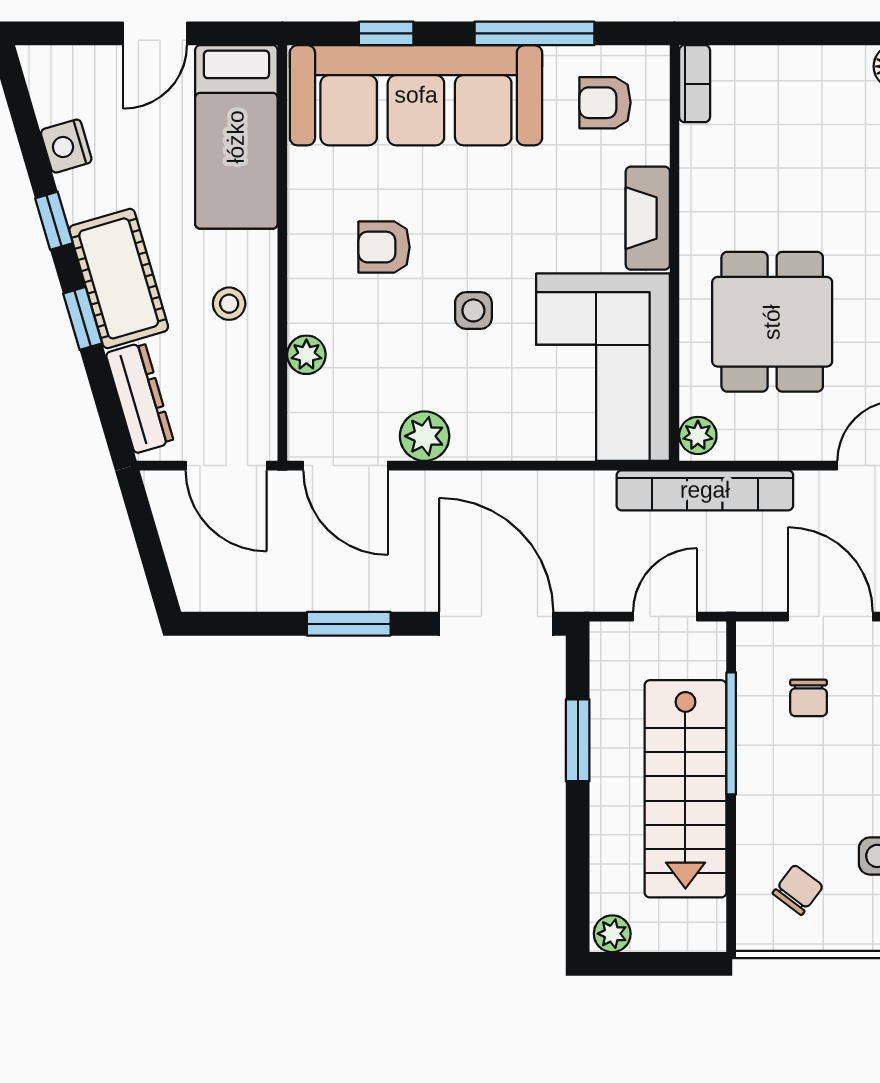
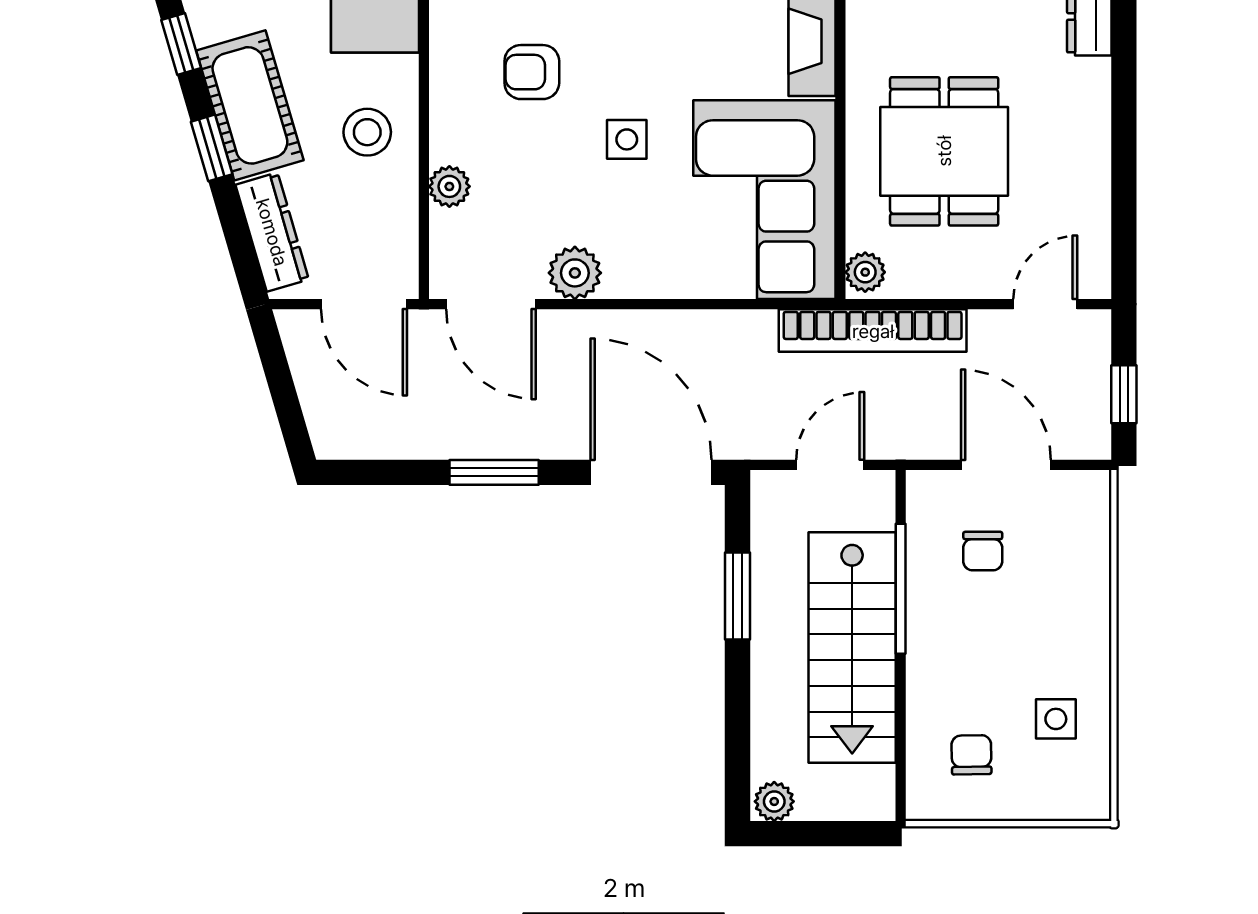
stool: (229, 304) -> (367, 132), width x1.37, depth x1.37
chair: (798, 890) -> (971, 755), turned -38

